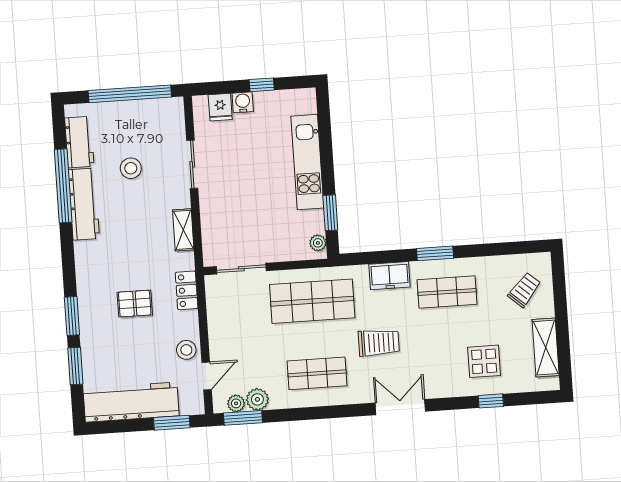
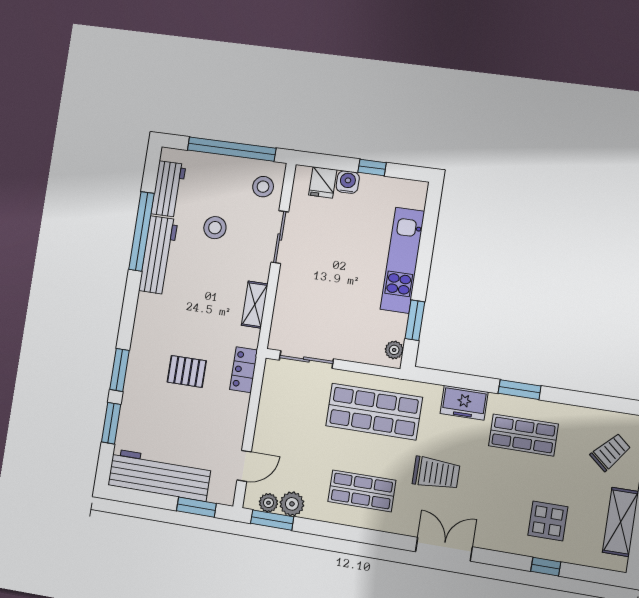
stool: (186, 350) -> (263, 187), moved

